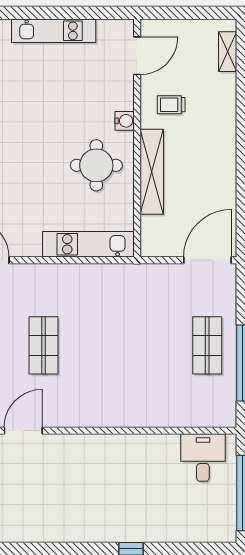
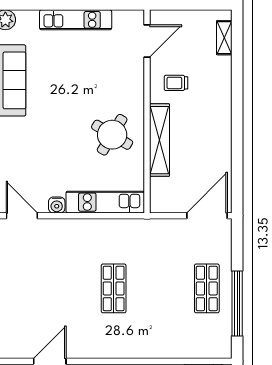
water cooler: (125, 121) -> (57, 205), moved, turned 90
round table: (96, 165) -> (112, 135), turned 31
shop shelf: (44, 345) -> (114, 288), moved

